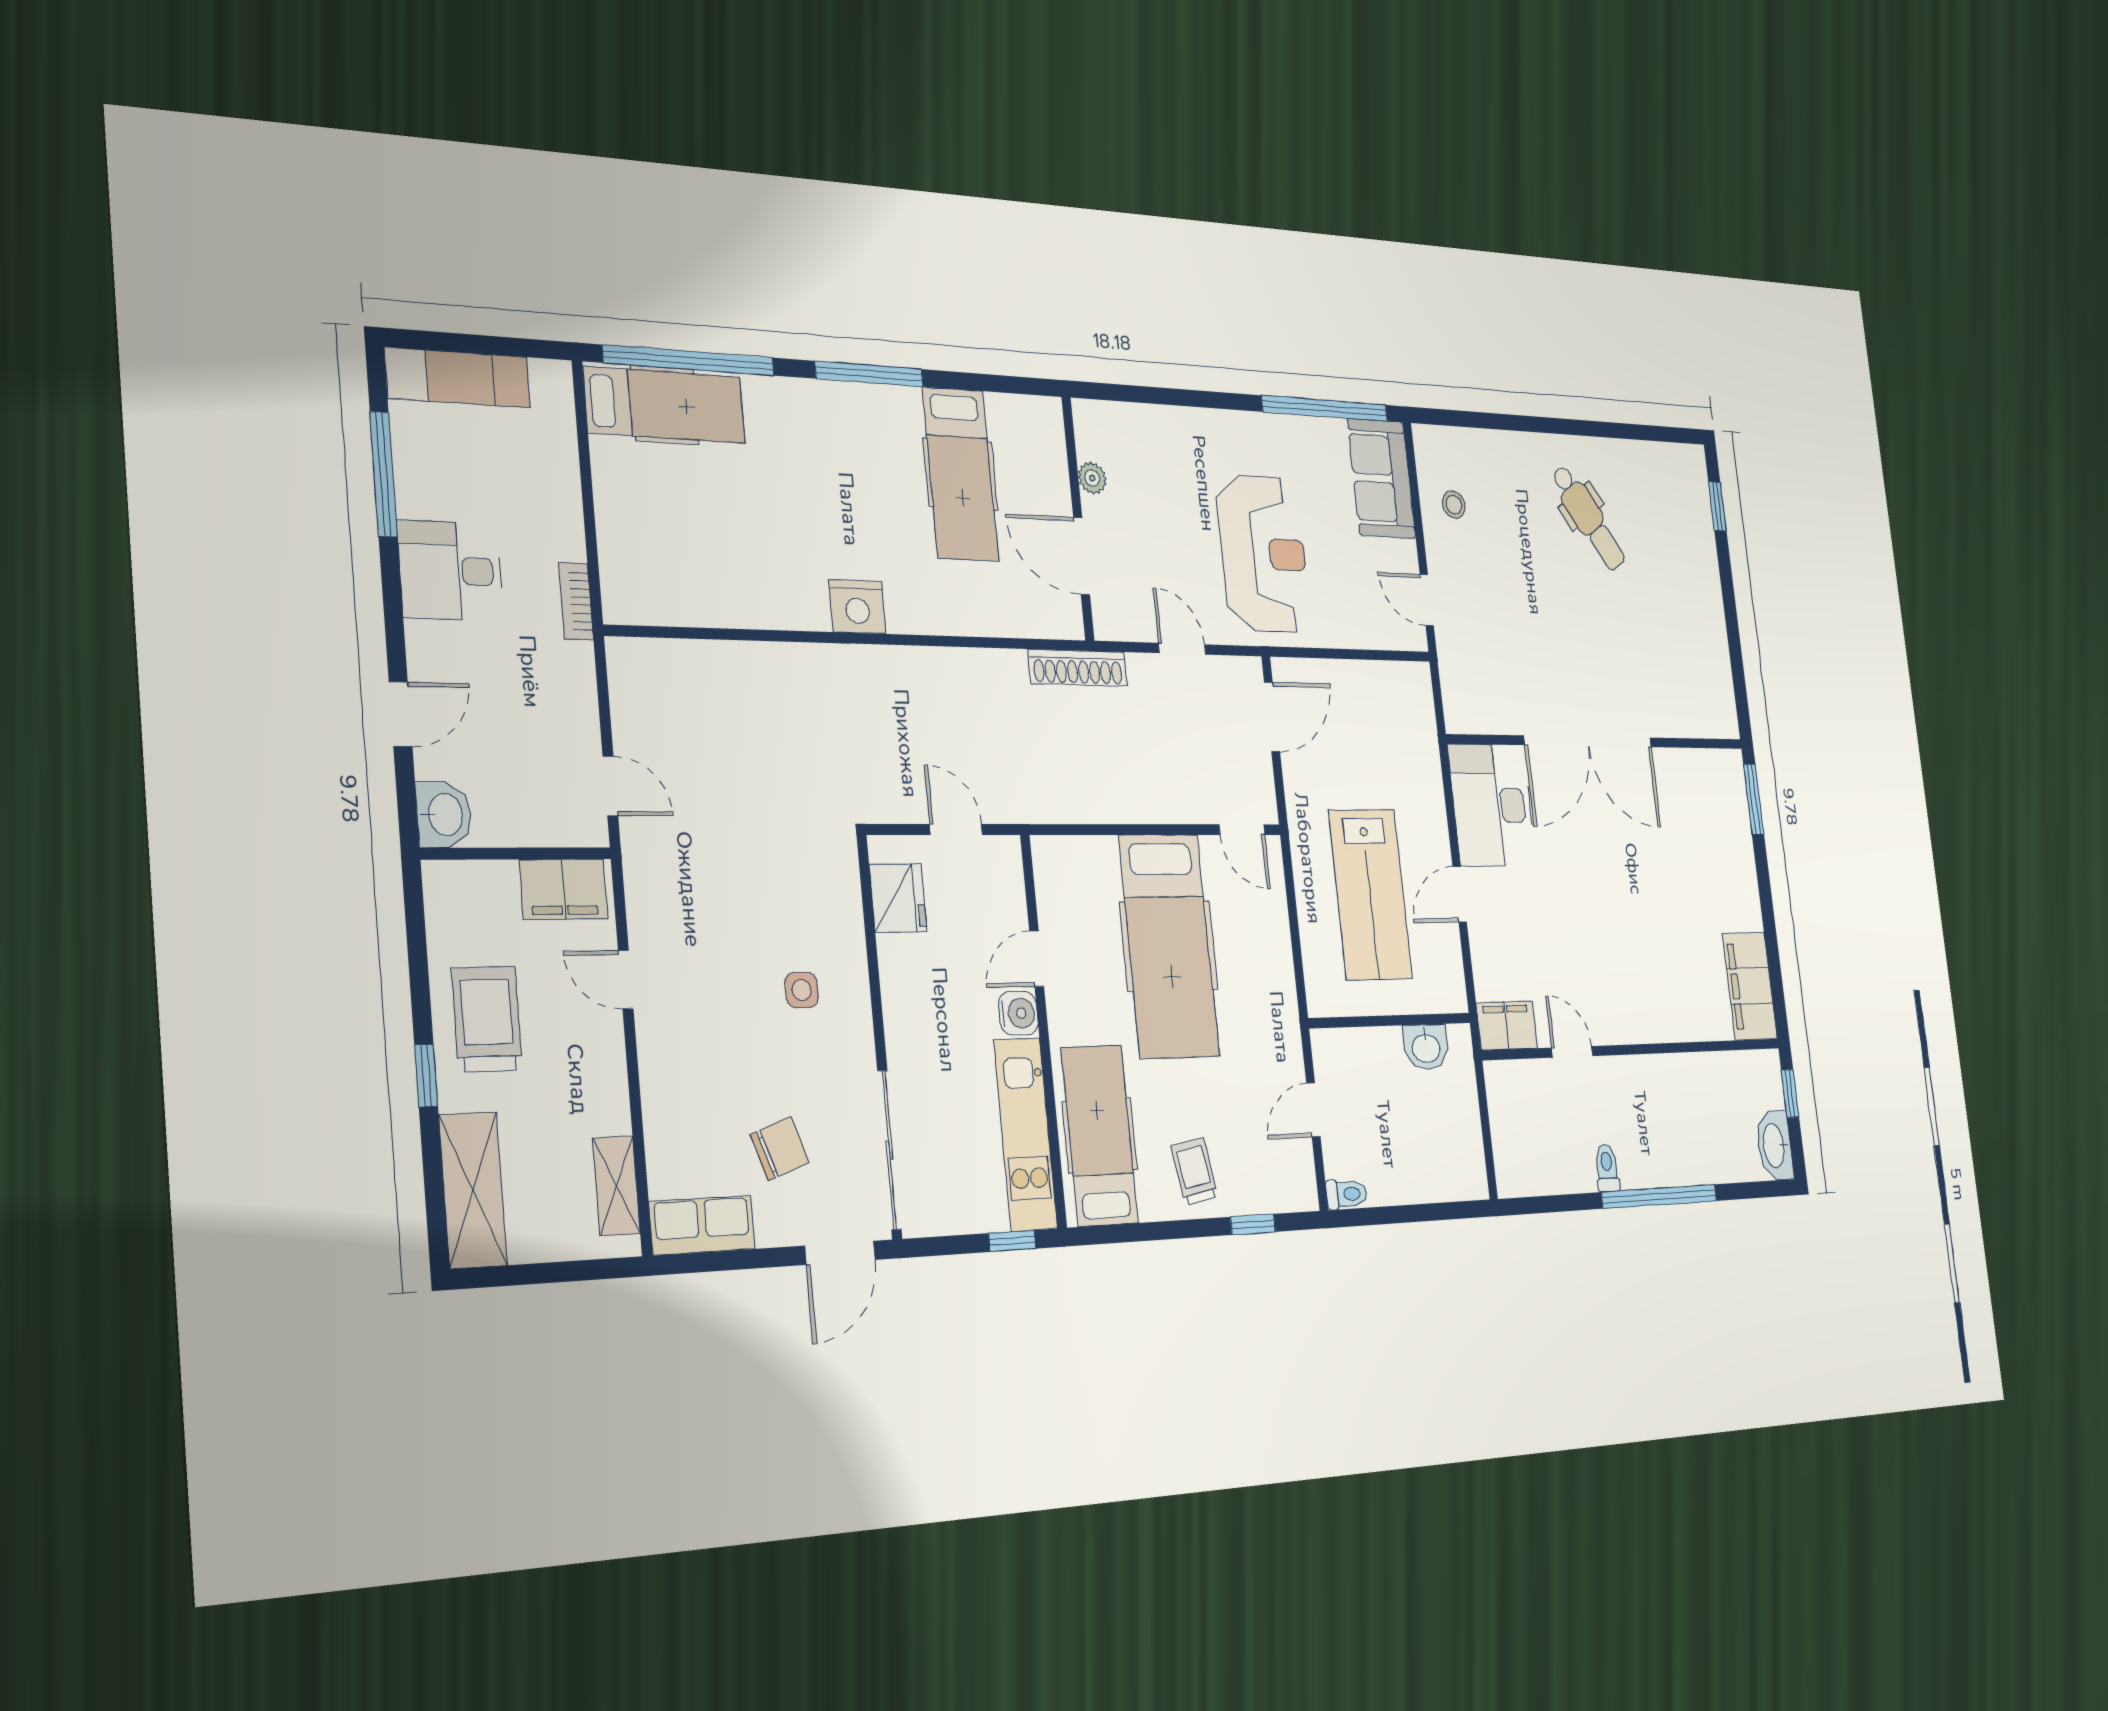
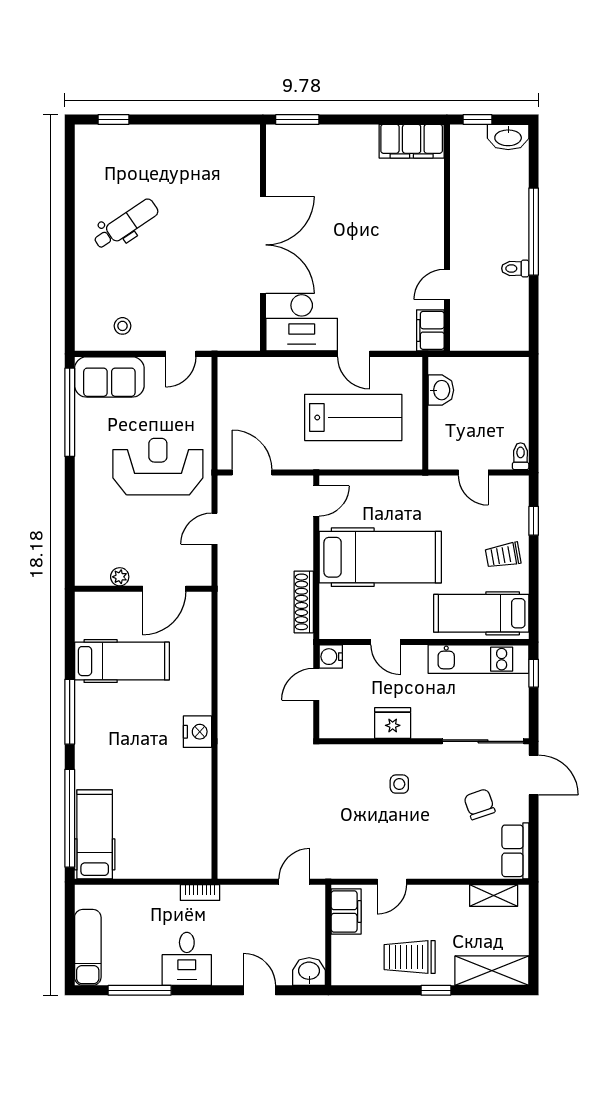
shoe rack: (1078, 668) -> (304, 602), moved, turned 180
fridge: (898, 898) -> (393, 723), moved
water cooler: (1018, 1013) -> (331, 657), moved, turned -90

